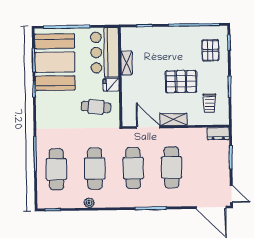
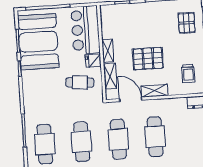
shelving: (127, 63) -> (108, 51), moved
pallet: (181, 82) -> (148, 59), moved
shelving: (128, 102) -> (110, 76), added

